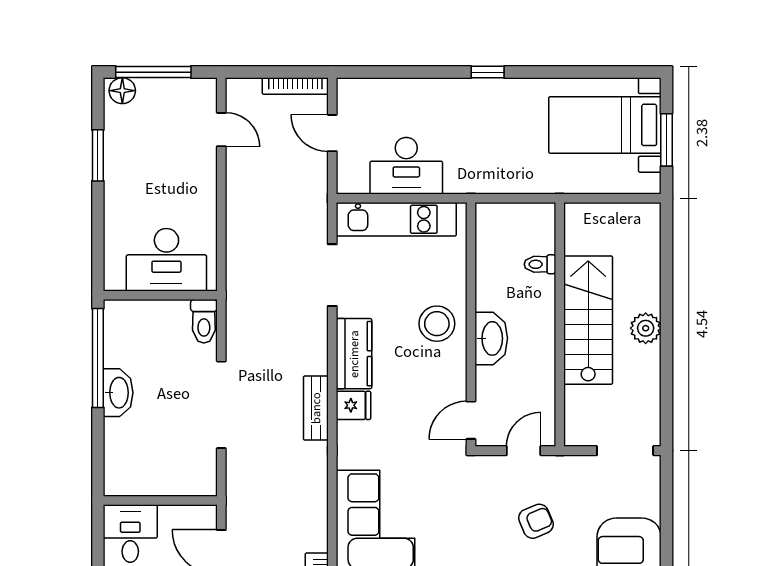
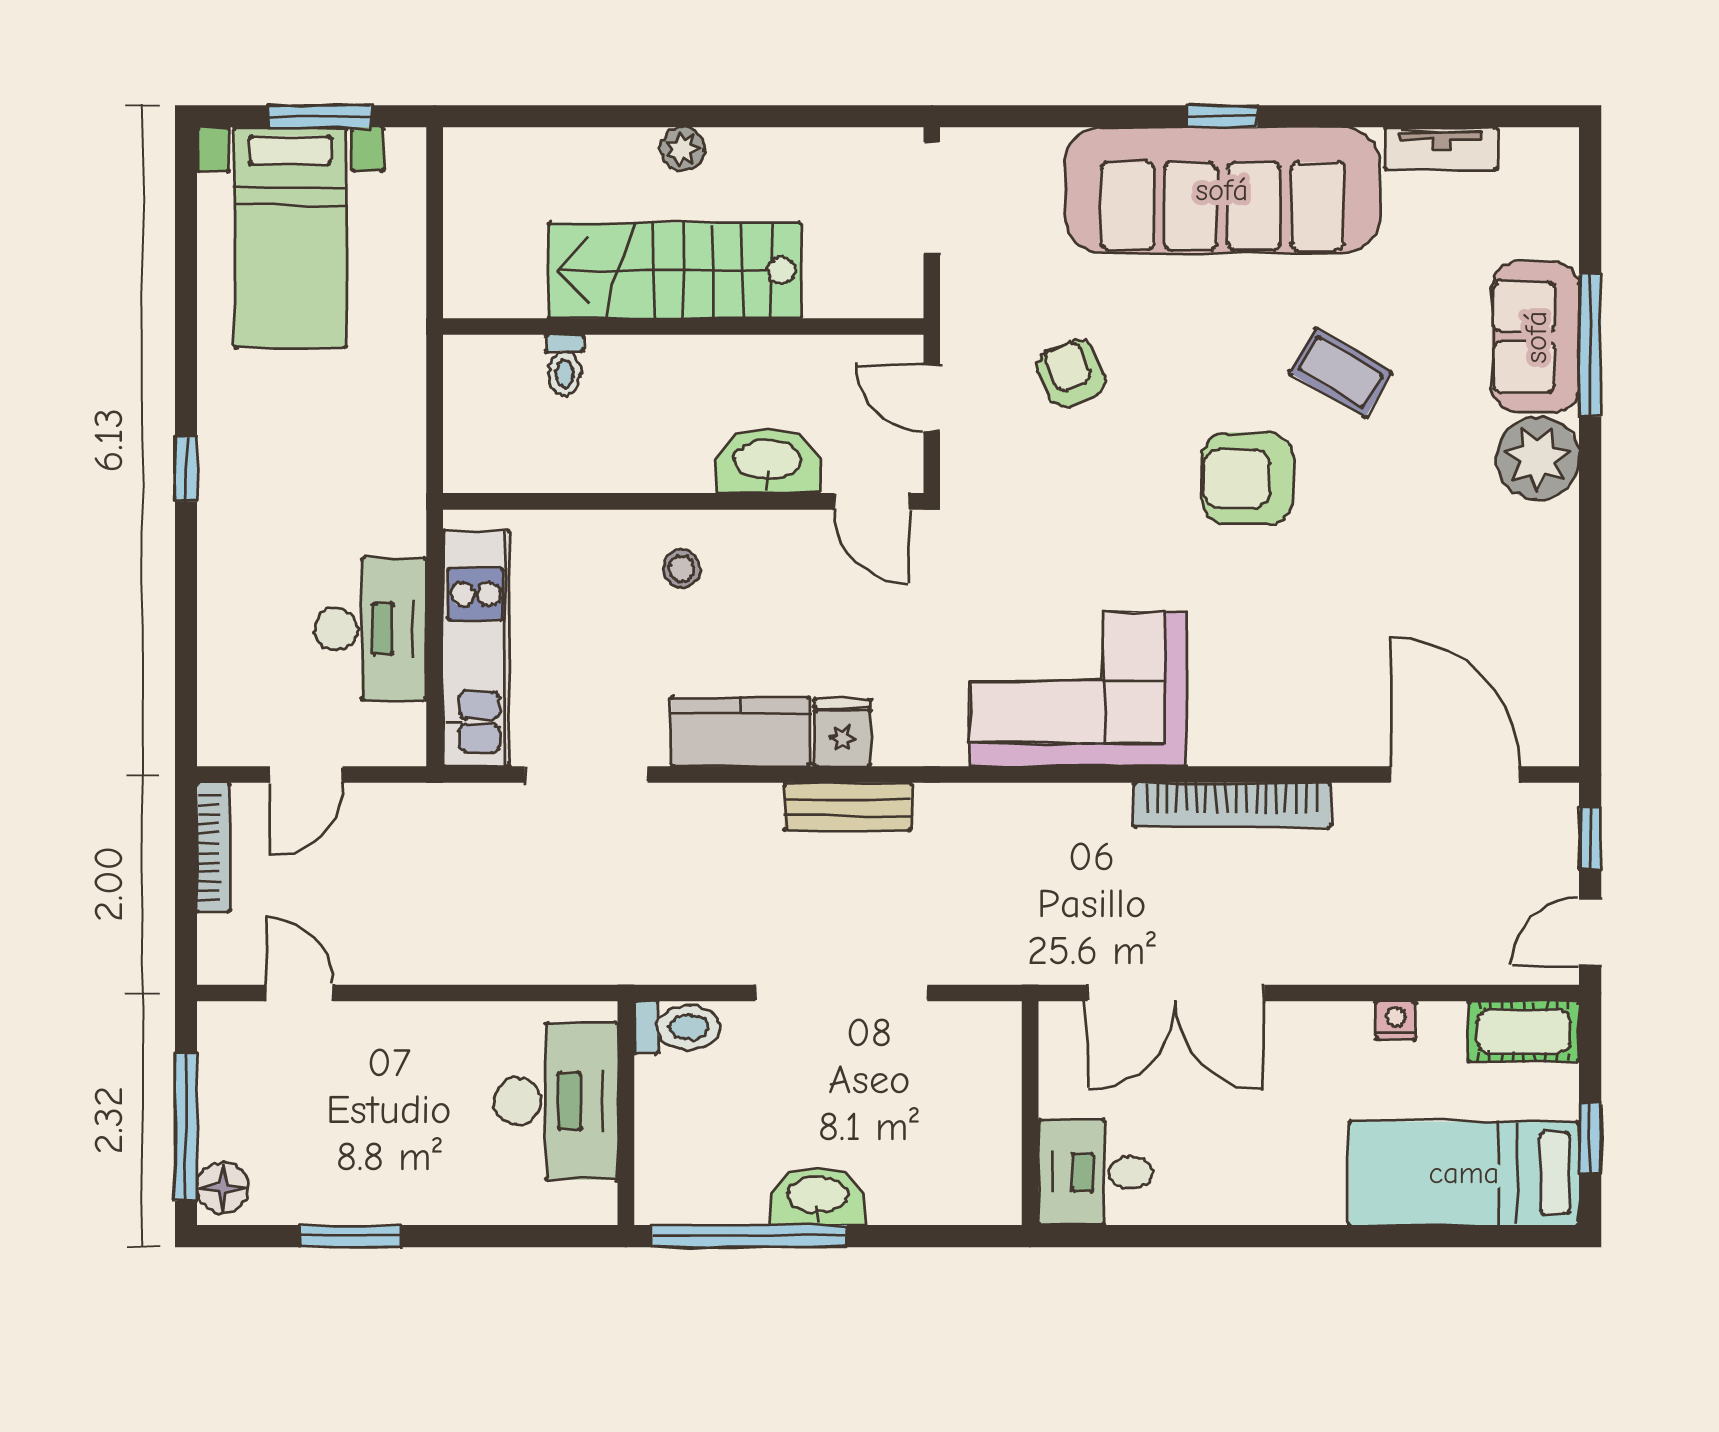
door: (221, 130) -> (299, 993), hinge flipped
stool: (437, 324) -> (682, 568), width x0.53, depth x0.53
plant: (646, 328) -> (682, 149), width x0.73, depth x0.73
washbasin: (491, 338) -> (768, 461), moved

